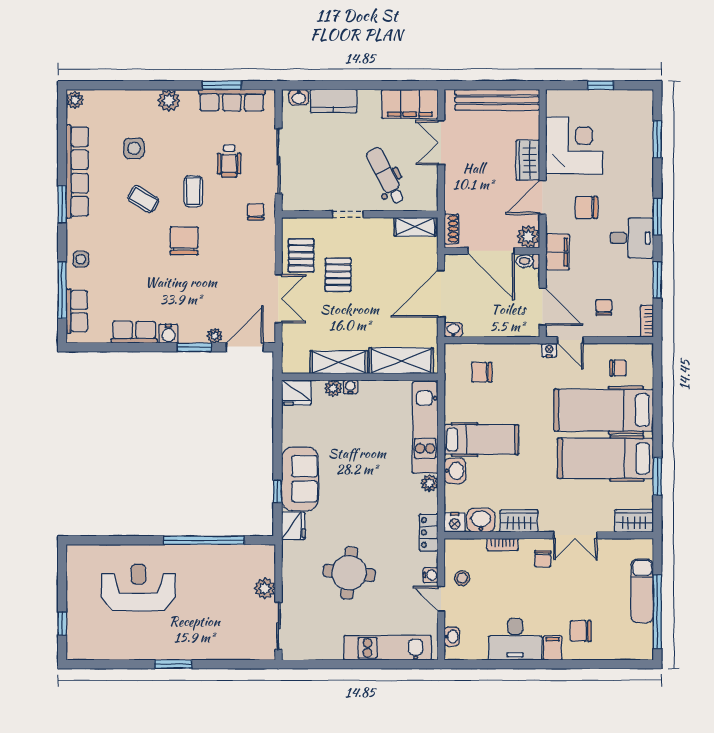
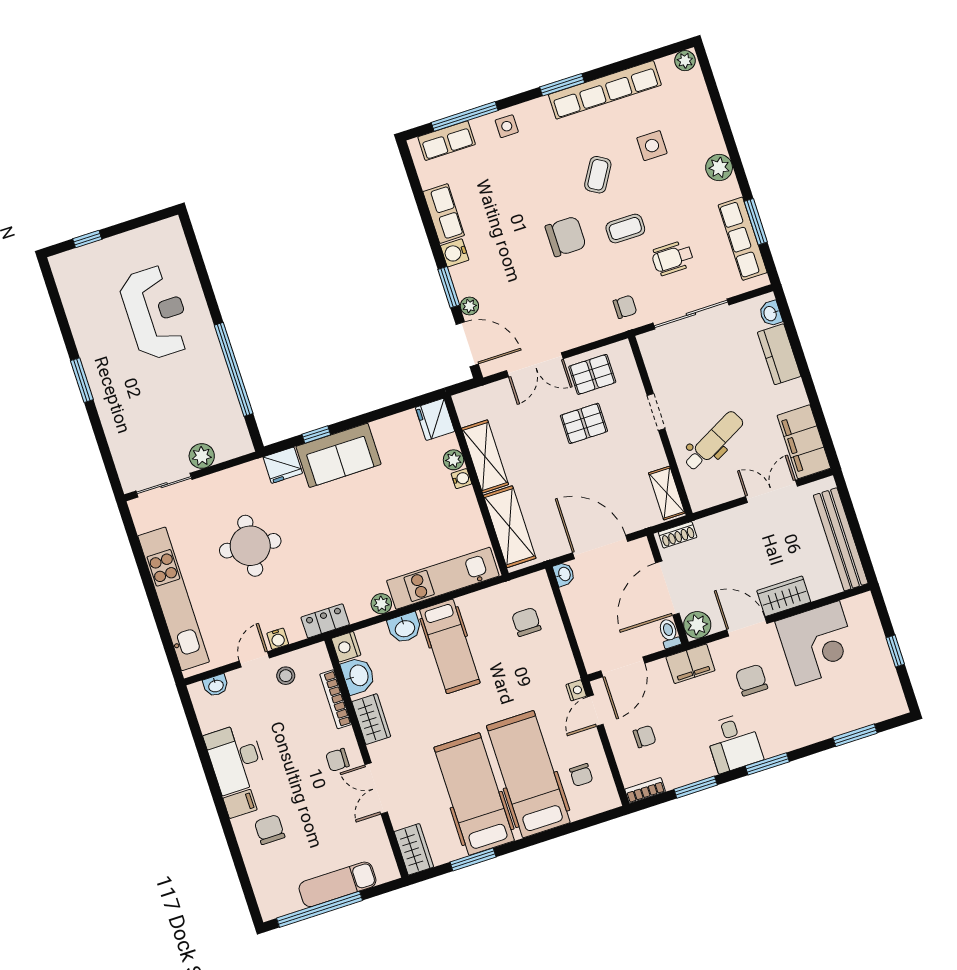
bookcase: (503, 544) -> (336, 699), width x1.56
kitchen unit: (388, 648) -> (174, 599), width x1.36

